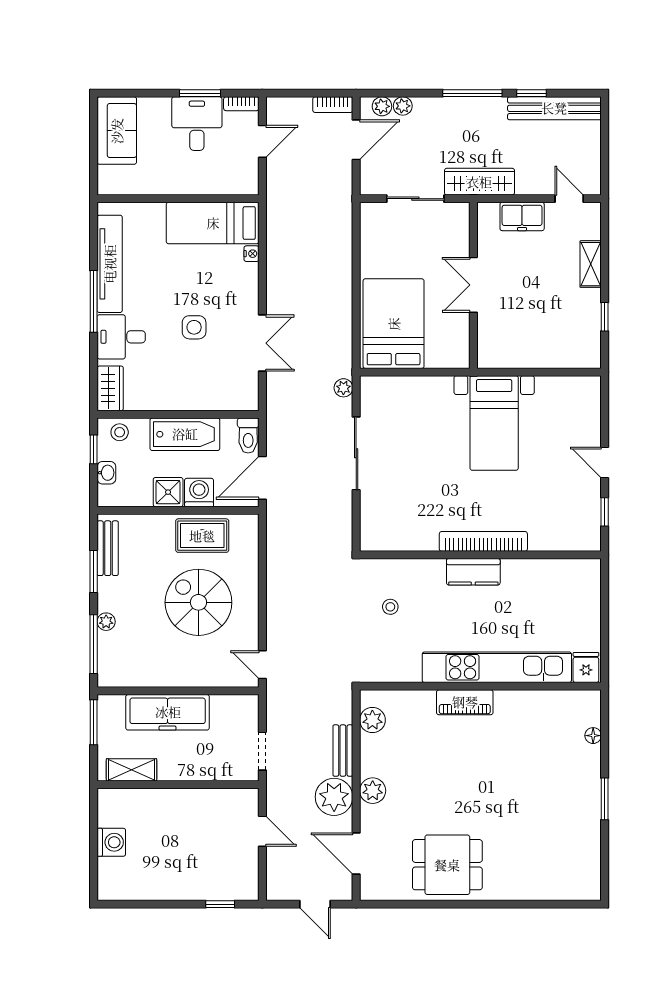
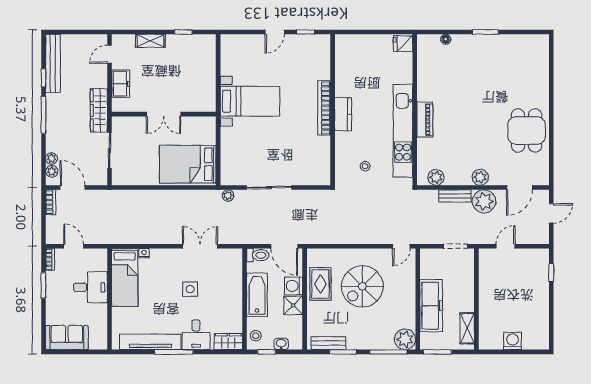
desk: (197, 124) -> (90, 287), moved, turned 180
plant: (106, 622) -> (405, 339), moved, width x1.88, depth x1.88
kitchen unit: (497, 667) -> (403, 131), moved

